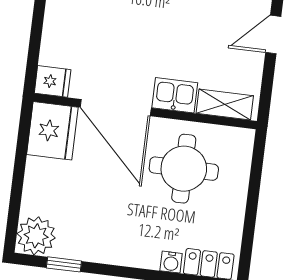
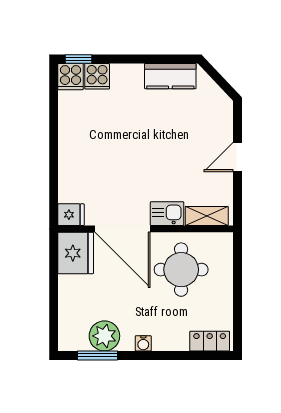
plant: (36, 236) -> (104, 336), moved
water cooler: (171, 262) -> (143, 343), moved
window: (64, 264) -> (97, 355), width x1.50

